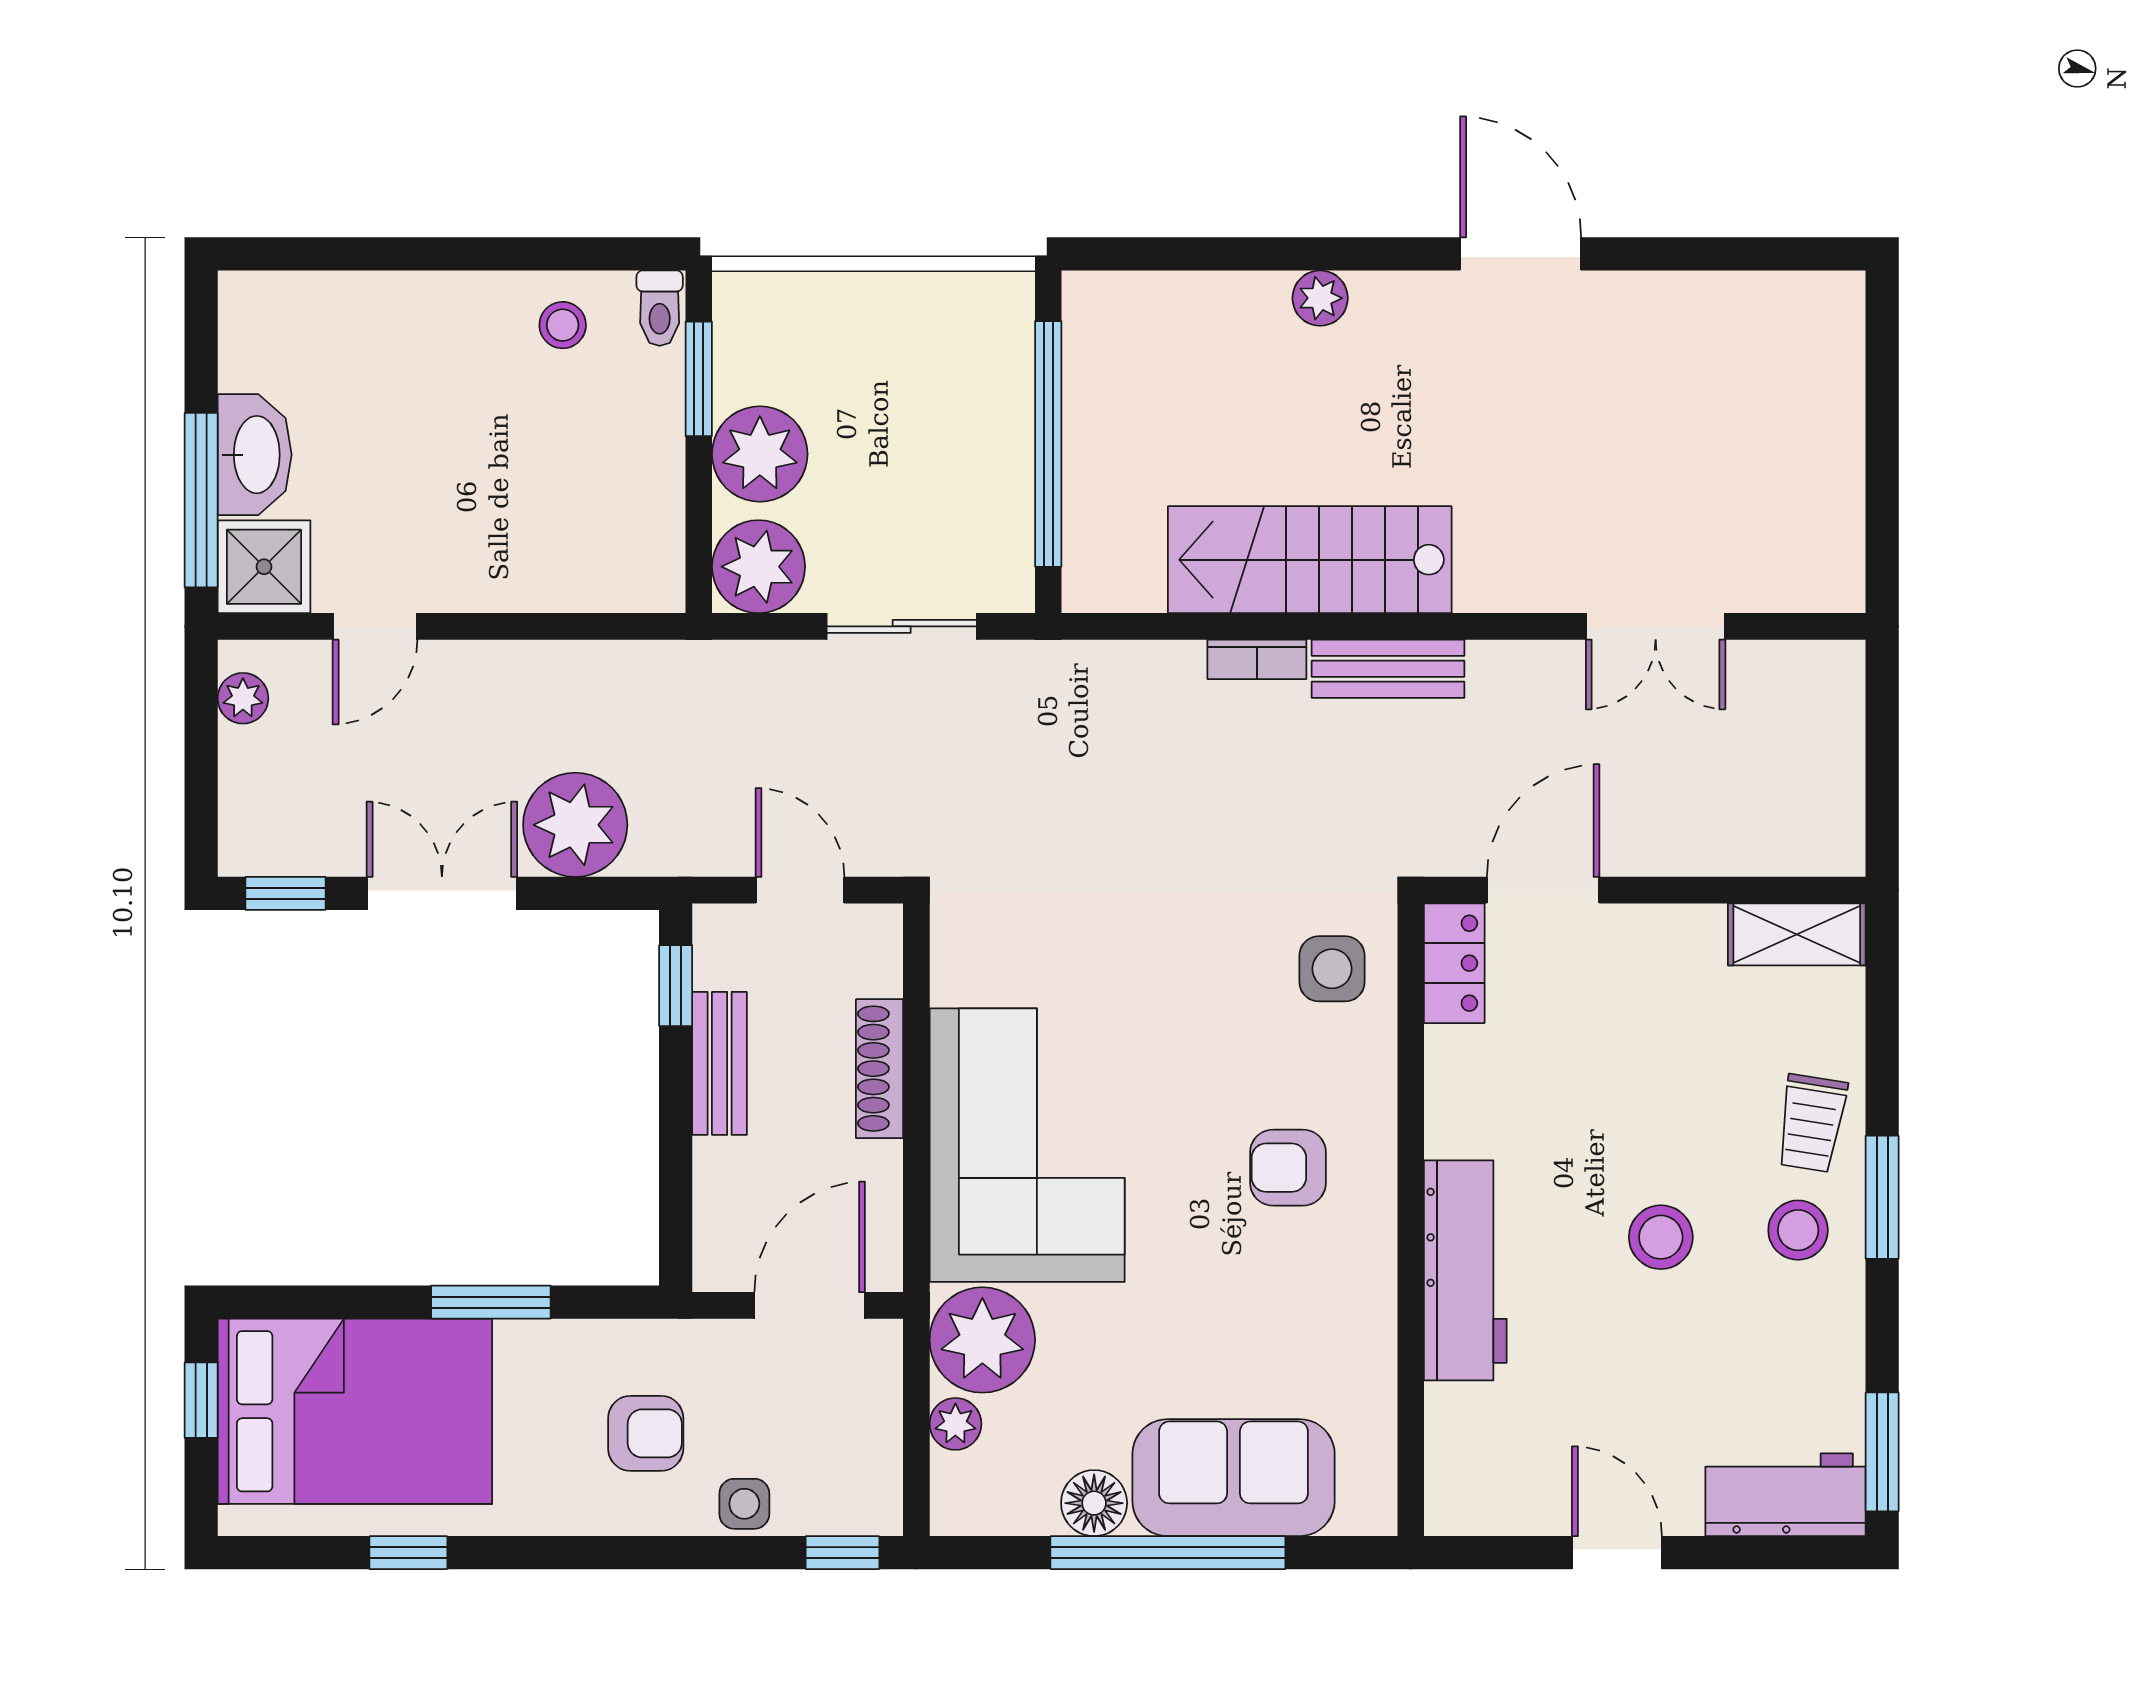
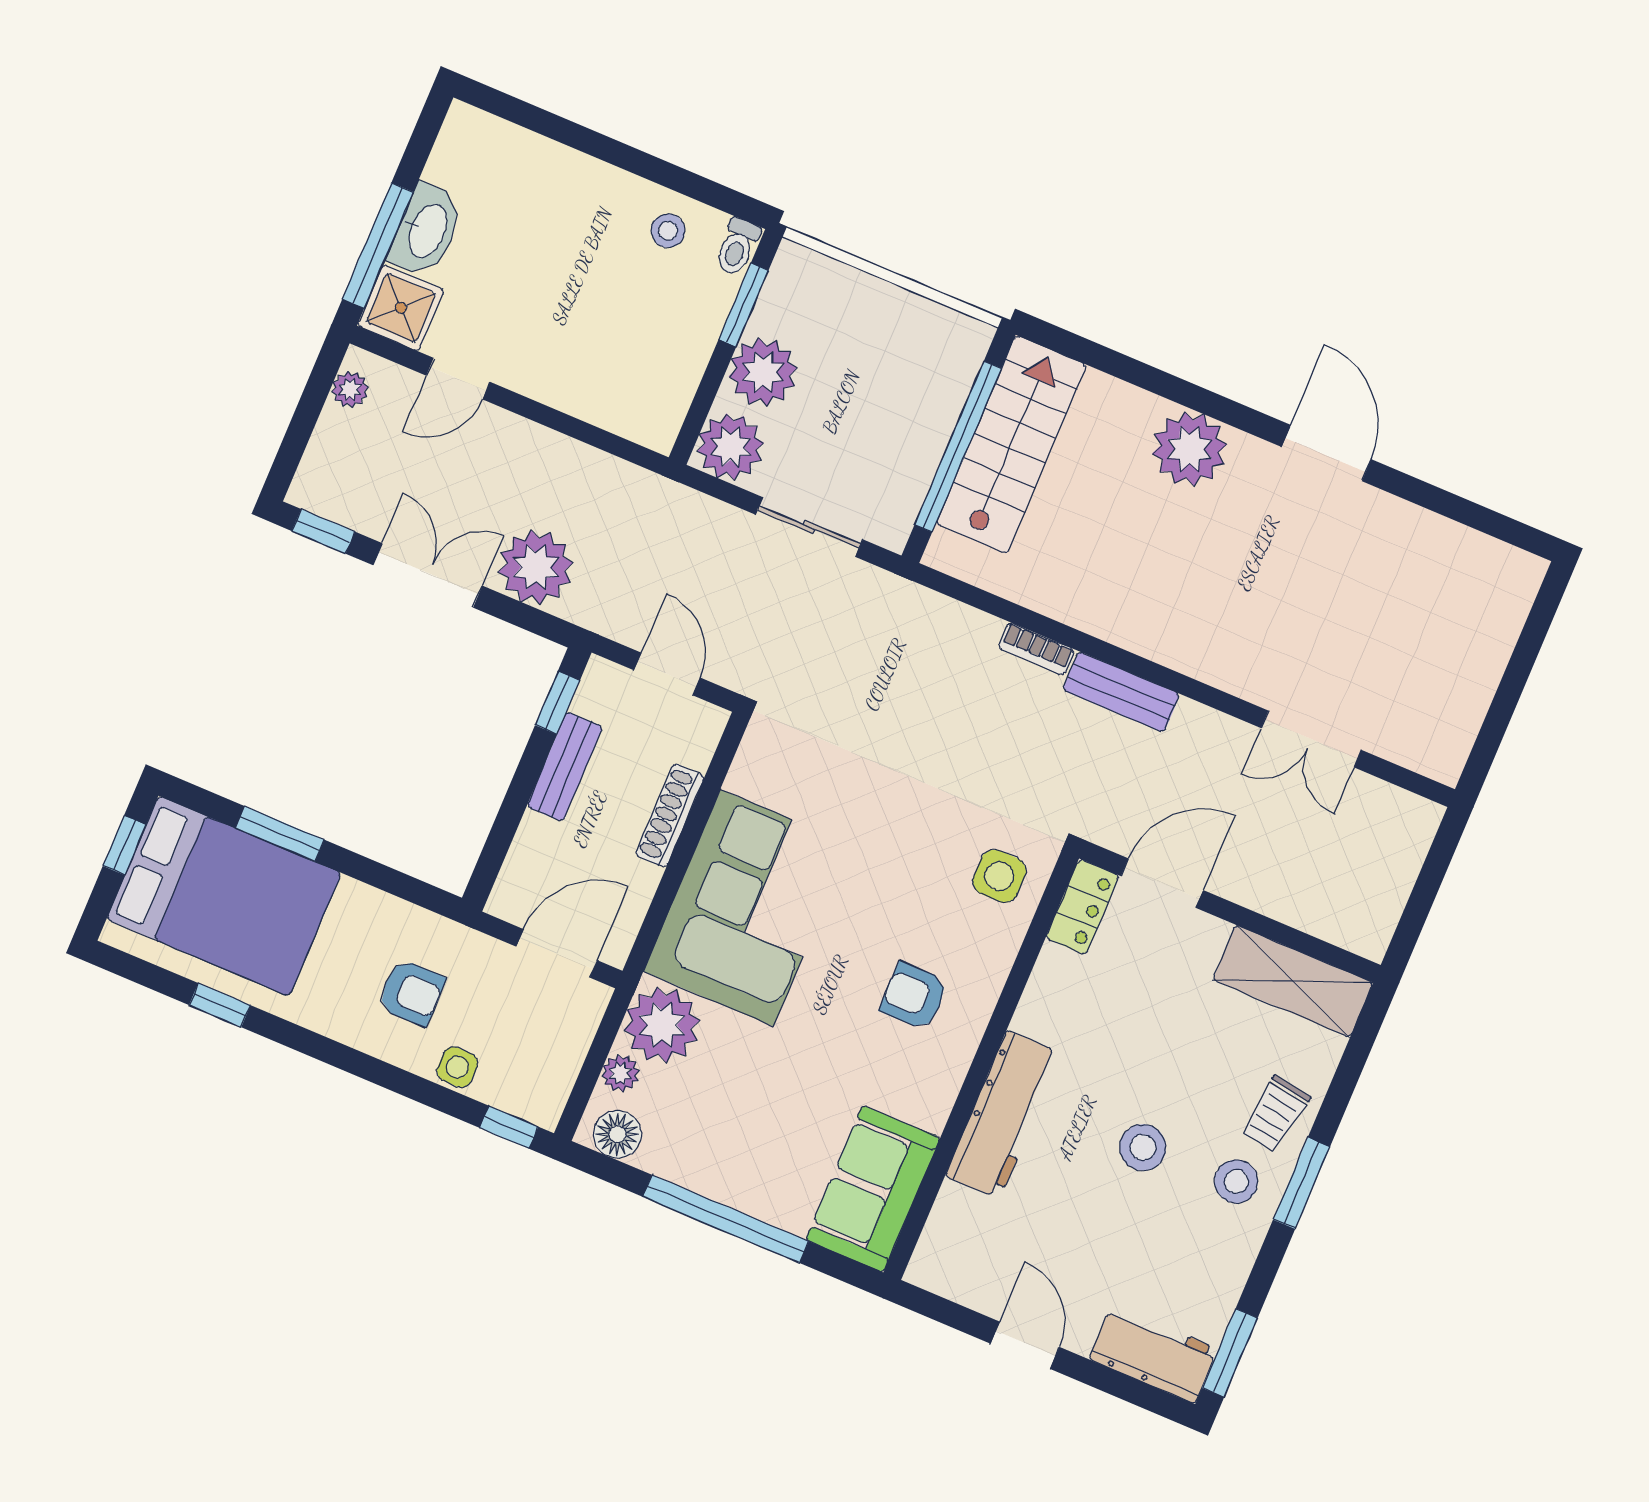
plant: (1320, 298) -> (1190, 449), width x1.87, depth x1.87
stairs: (1310, 560) -> (1011, 444), moved, turned 90
shelving: (1797, 934) -> (1293, 981), width x1.50, depth x1.33
window: (491, 1302) -> (280, 834), moved
sofa: (1234, 1478) -> (873, 1189), moved, turned -90
floor lamp: (1094, 1503) -> (617, 1134), moved

